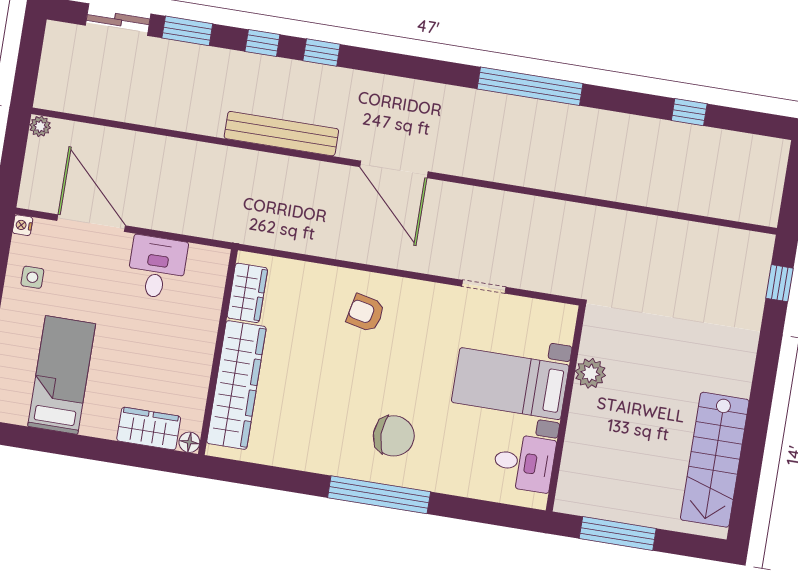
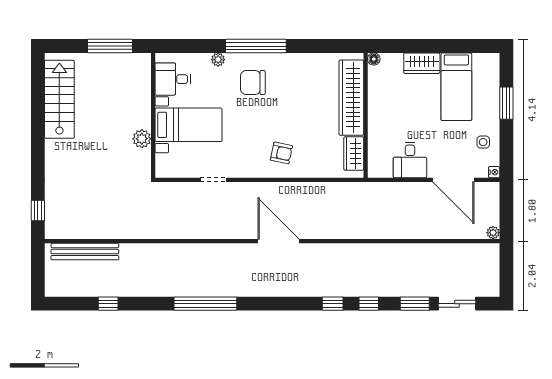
bench: (281, 134) -> (85, 252), moved
wardrobe: (149, 429) -> (422, 63), moved
plant: (445, 483) -> (218, 60), added

